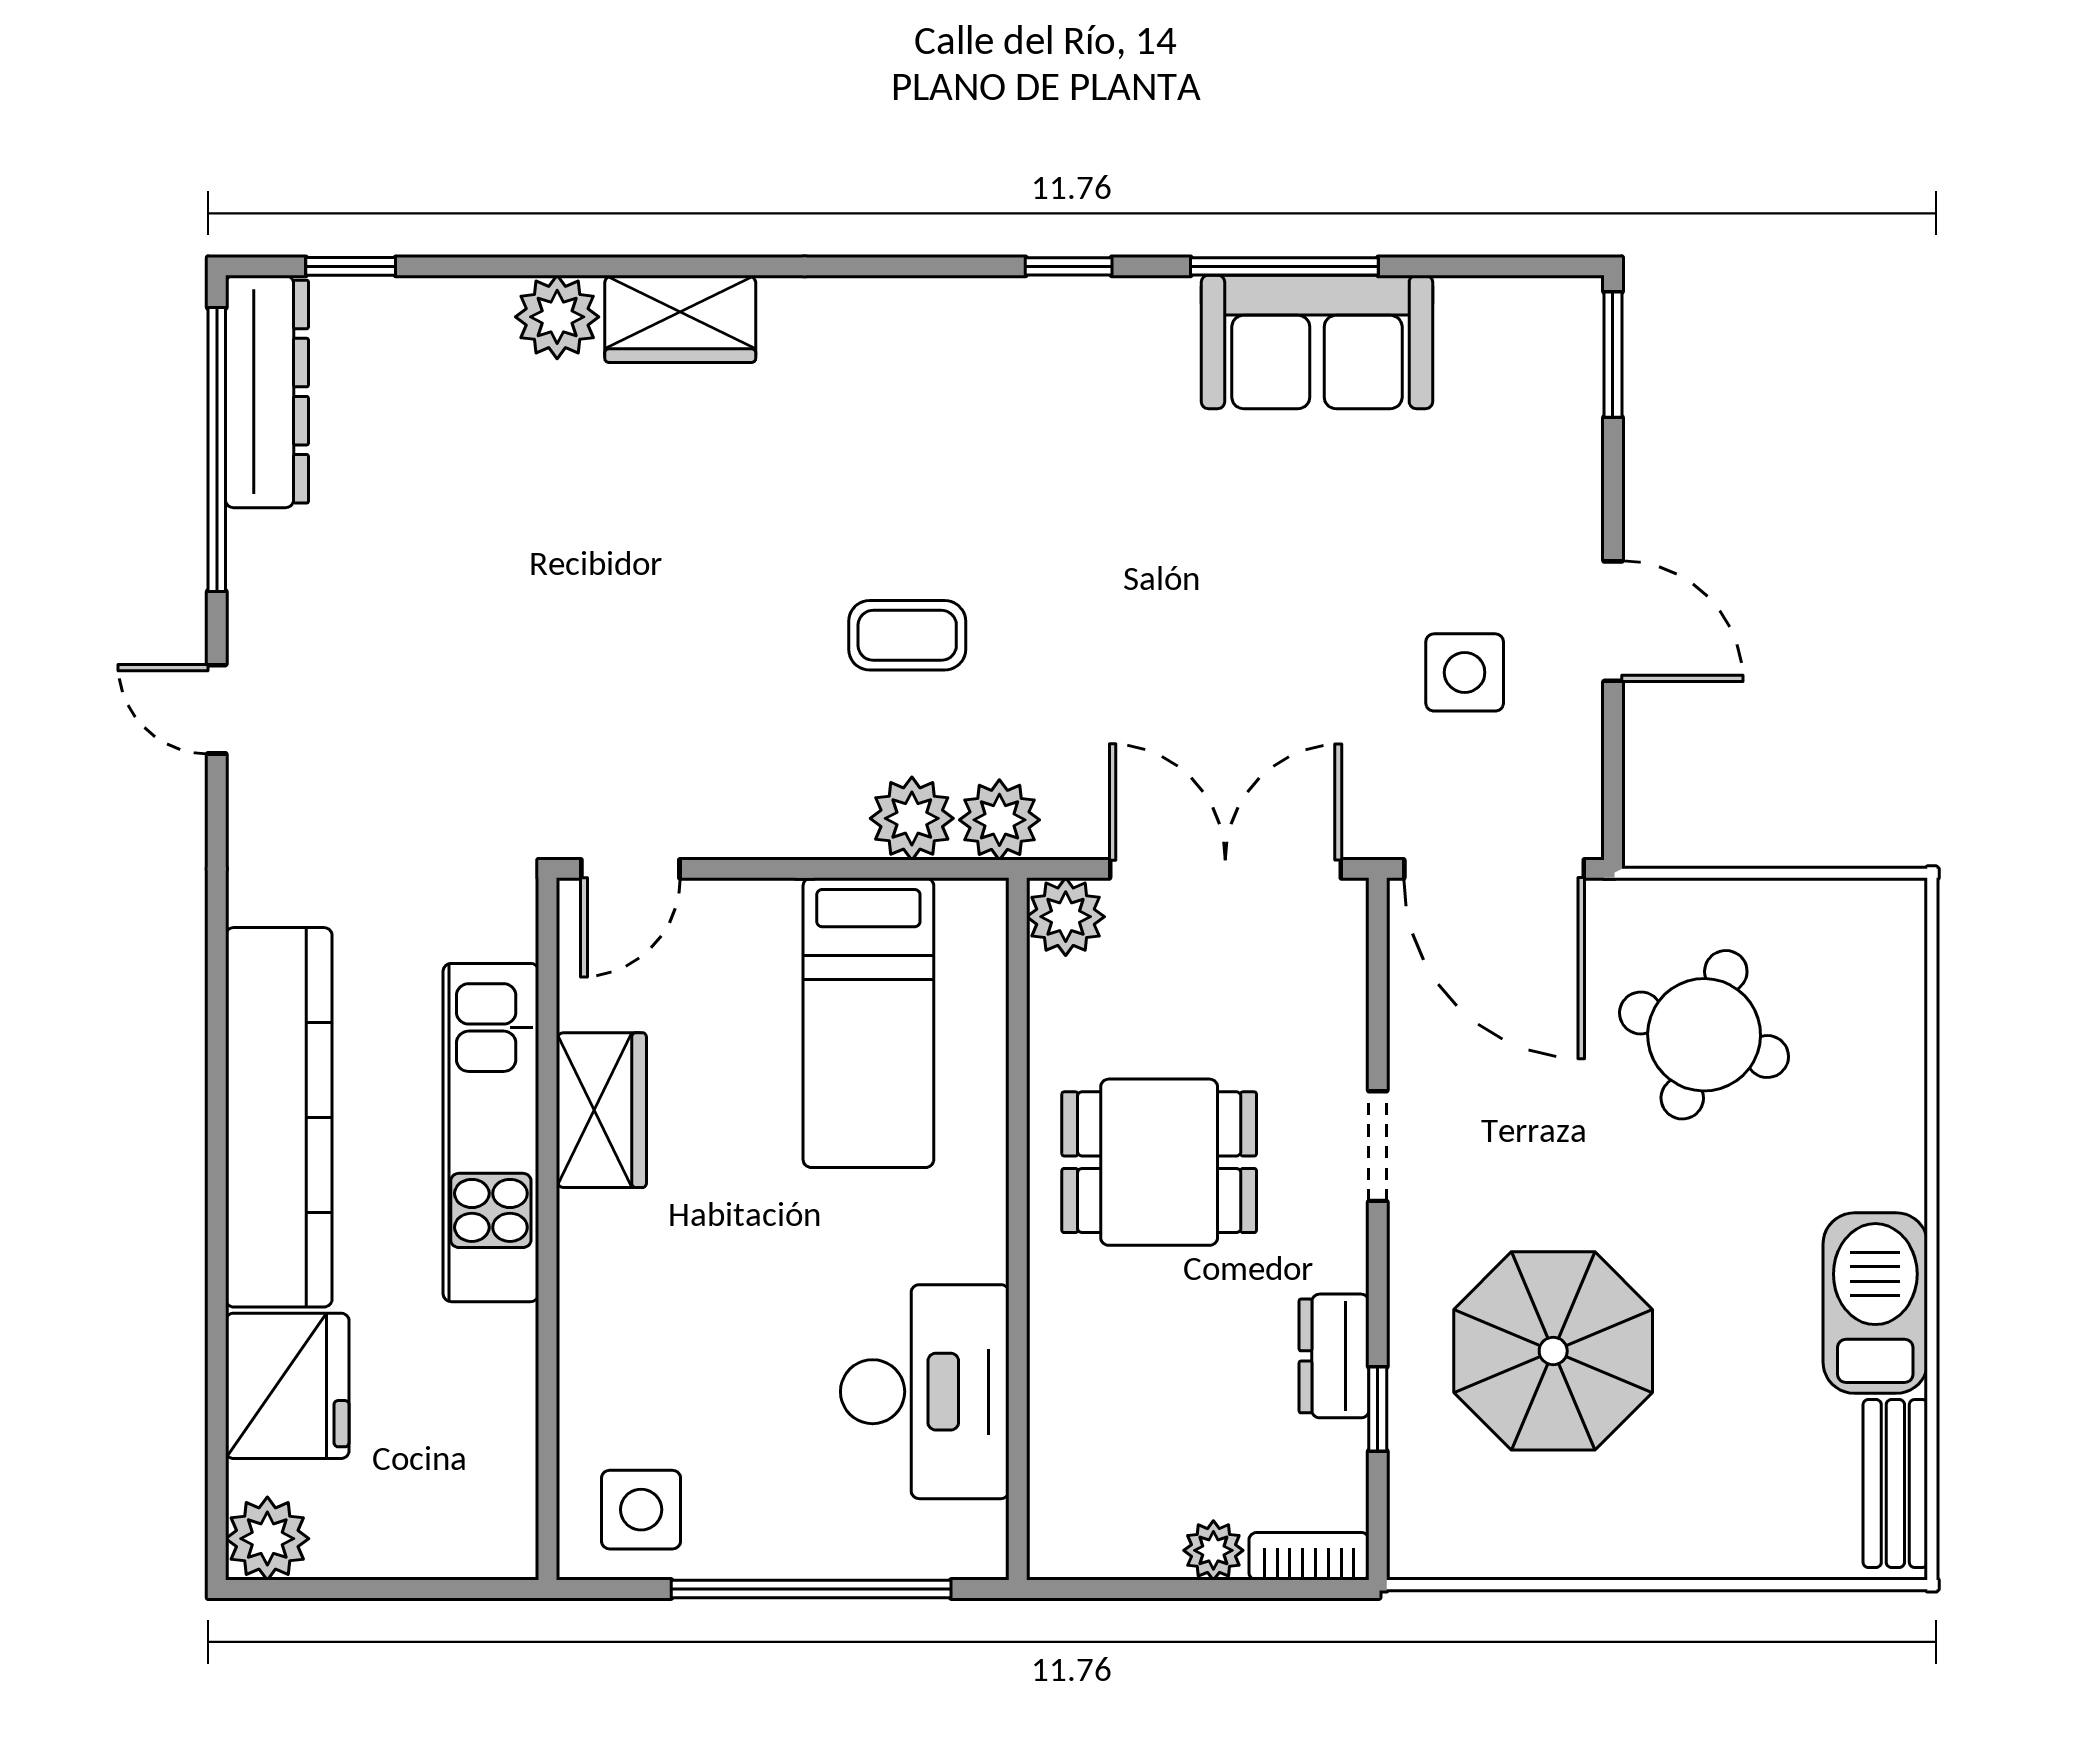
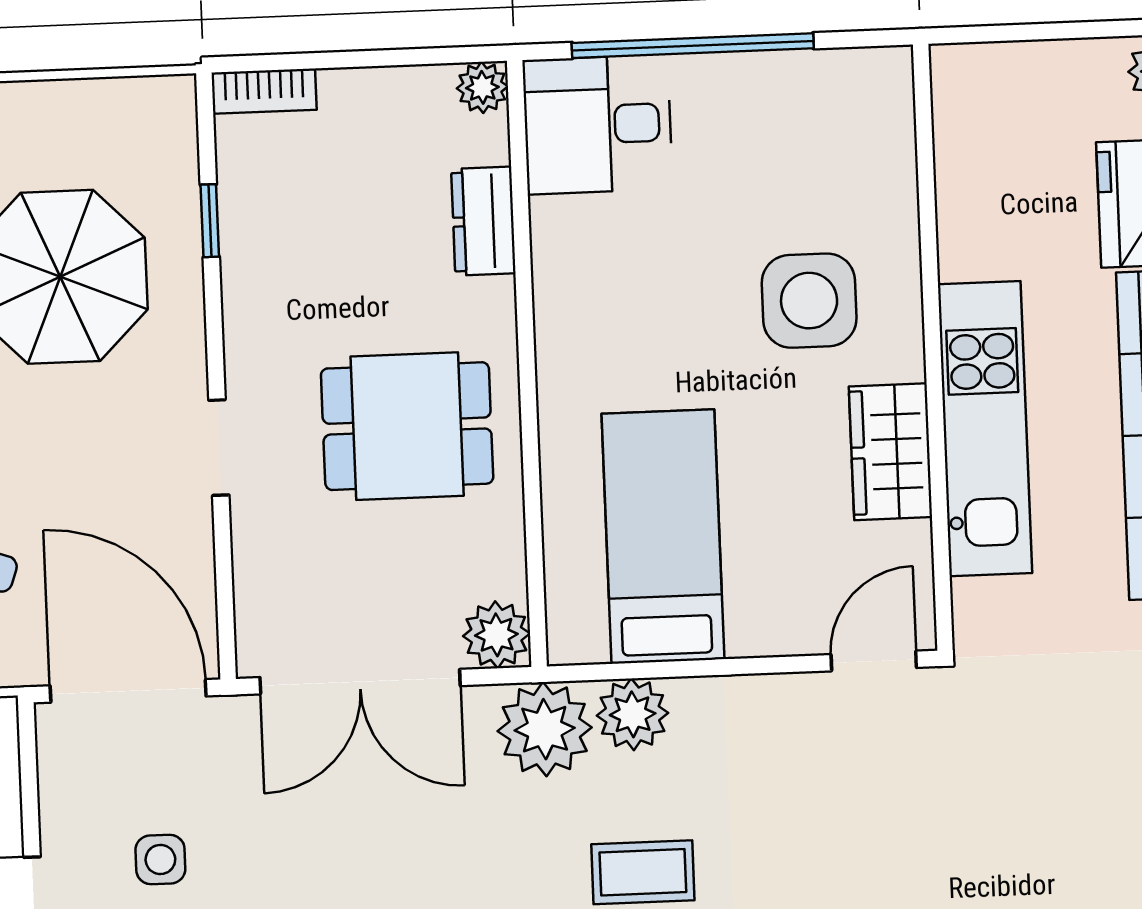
side table: (1465, 672) -> (160, 859), width x0.73, depth x0.73
plant: (999, 820) -> (545, 729), width x1.36, depth x1.36
dresser: (1334, 1356) -> (483, 221), moved, turned 180
desk: (925, 1392) -> (598, 125), moved, width x0.73
side table: (641, 1510) -> (809, 301), moved, width x1.37, depth x1.37
plant: (1213, 1550) -> (482, 87), moved

